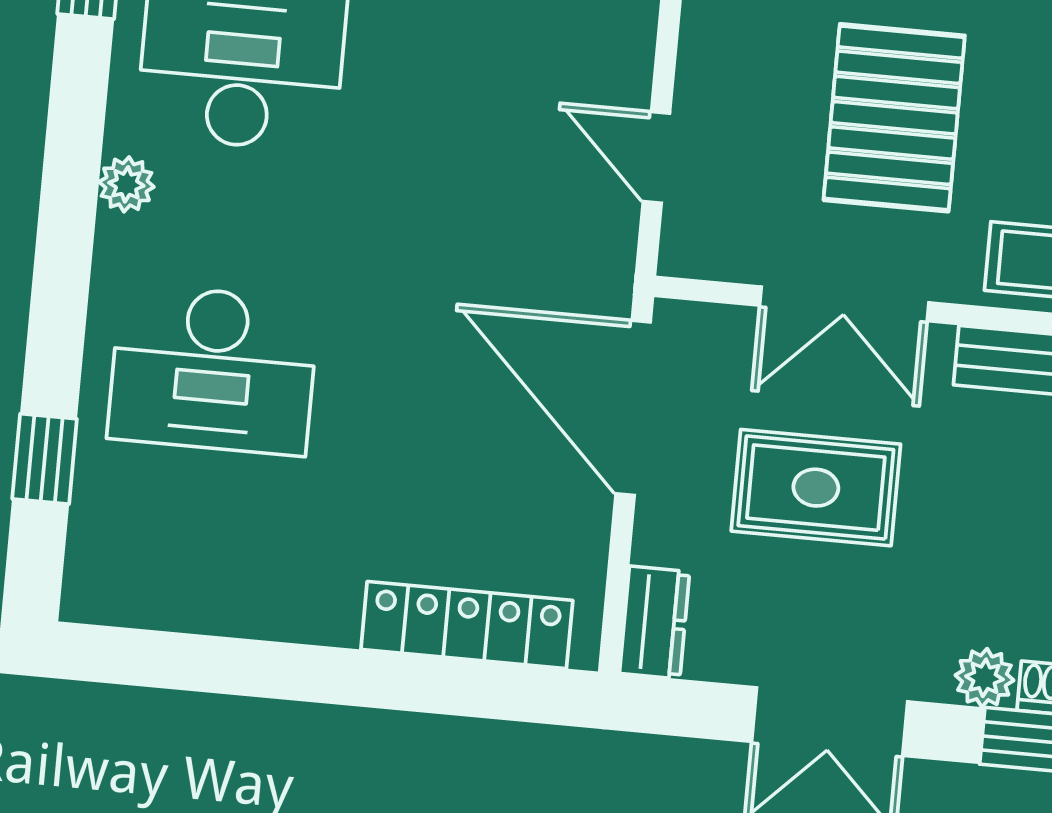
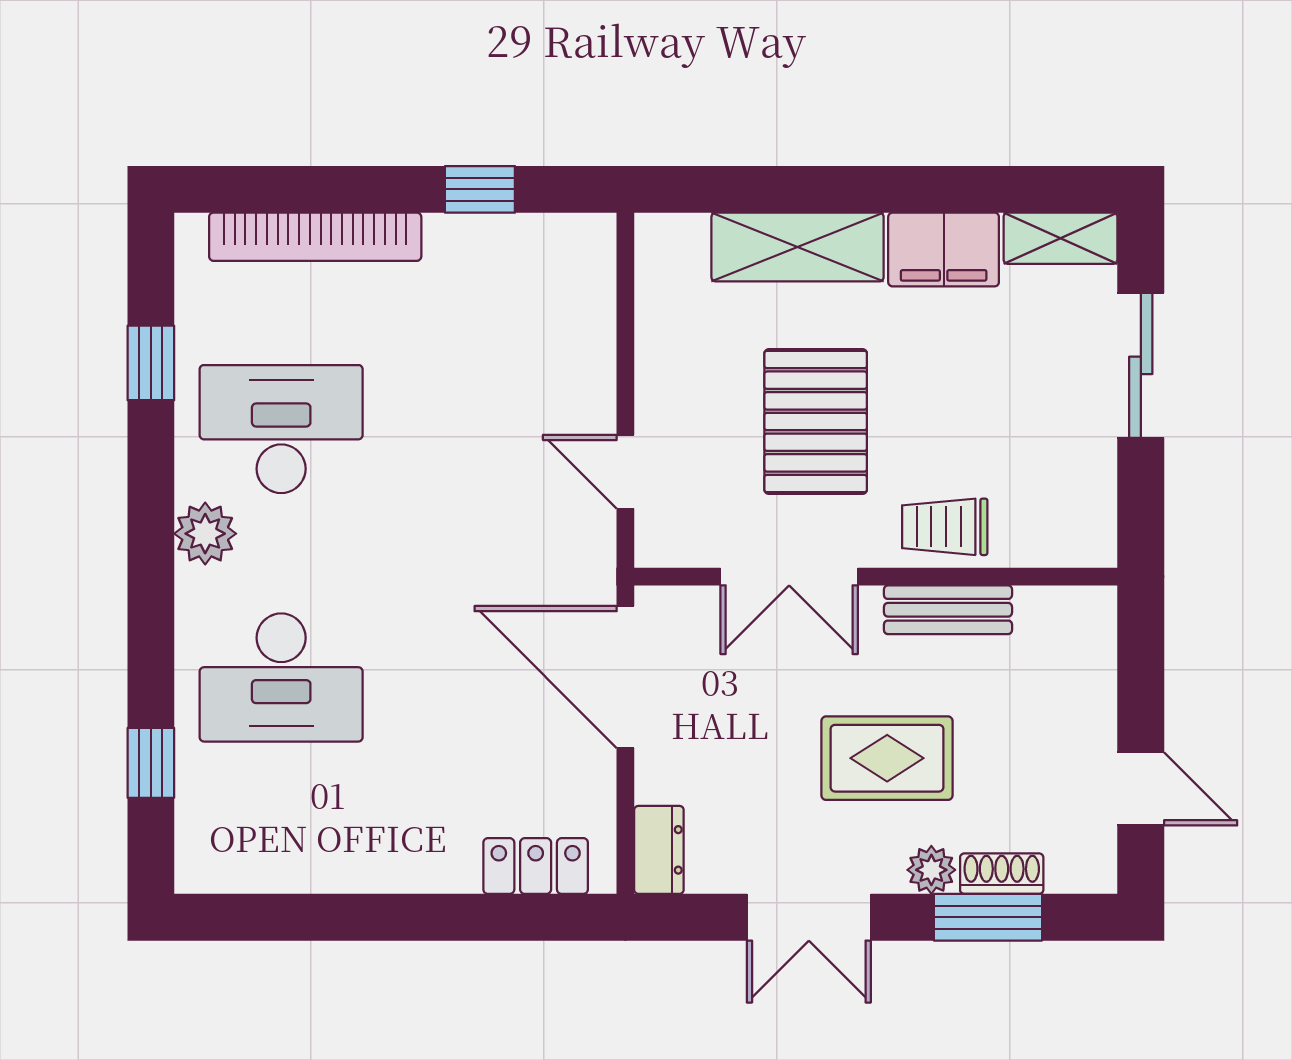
plant: (126, 184) -> (205, 534), width x1.38, depth x1.38
rug: (816, 488) -> (887, 758), moved
locker: (467, 625) -> (536, 866), width x0.66

